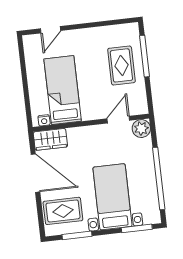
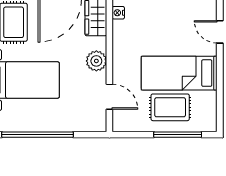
bed: (63, 90) -> (179, 73), moved, turned 180
plant: (141, 129) -> (96, 61), moved

